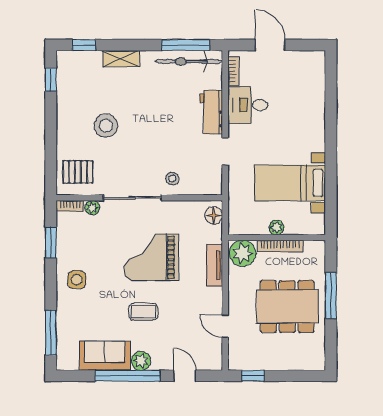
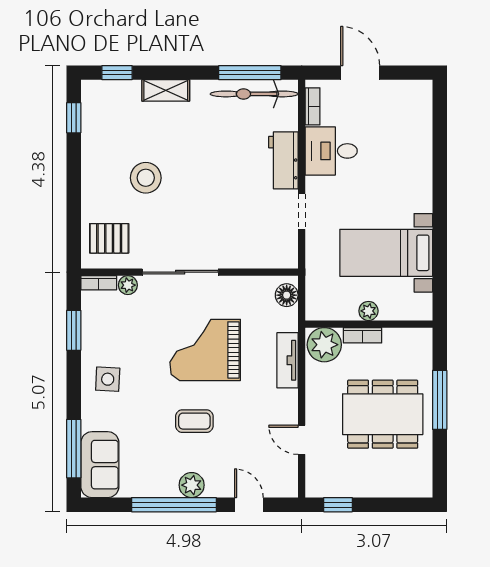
stool: (172, 179) -> (233, 247), removed
bookcase: (280, 246) -> (362, 335), width x0.64
sofa: (105, 356) -> (100, 465), moved, turned 90

